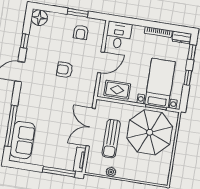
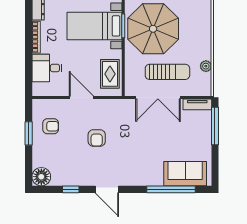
desk: (118, 35) -> (47, 68), moved

